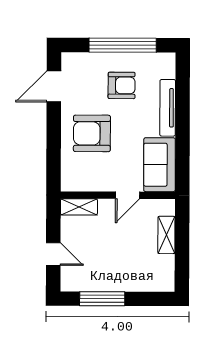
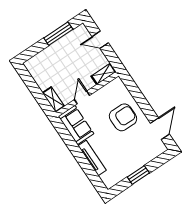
window: (123, 45) -> (138, 175), width x0.47
armchair: (122, 85) -> (124, 153), removed
shelving: (166, 235) -> (53, 99), moved

